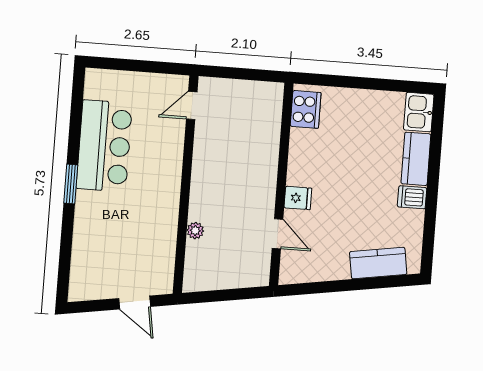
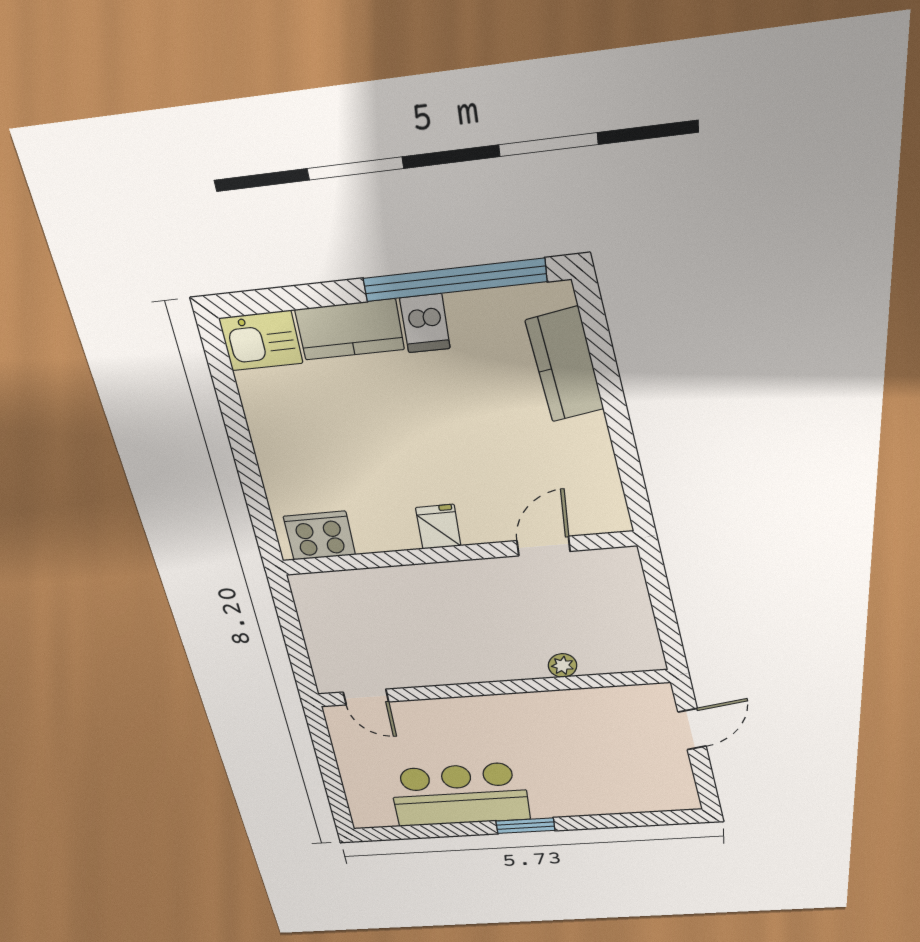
fridge: (298, 198) -> (438, 527), moved
window: (430, 217) -> (455, 280), added

